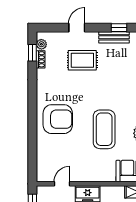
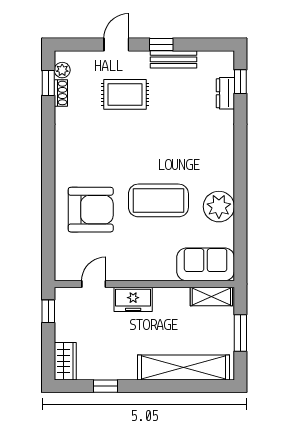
window: (119, 28) -> (161, 44), moved
armchair: (58, 119) -> (91, 210), moved
coffee table: (104, 129) -> (158, 200), turned 90

